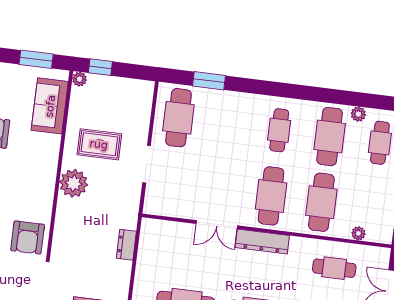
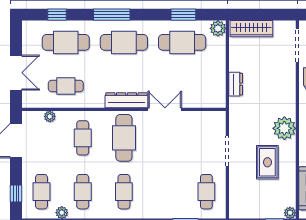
cafe table: (178, 118) -> (206, 192), width x0.73, depth x0.74
cafe table: (330, 137) -> (83, 192), width x0.73, depth x0.74
rug: (99, 144) -> (267, 162), turned 90
cafe table: (321, 202) -> (83, 138), width x0.73, depth x0.74

